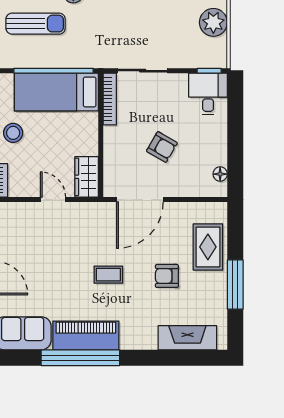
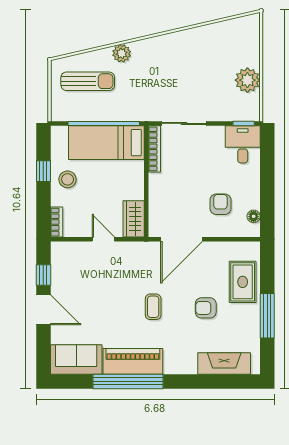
armchair: (162, 147) -> (220, 204), moved, turned -120
coffee table: (108, 275) -> (153, 307), turned 90

